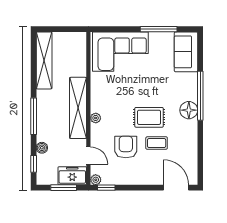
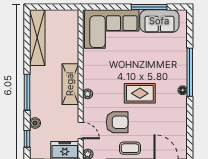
sofa: (186, 52) -> (159, 21), moved, turned -90
shelving: (78, 108) -> (70, 84), width x0.68
floor lamp: (189, 110) -> (183, 90), width x0.53, depth x0.53
coffee table: (157, 143) -> (130, 148), moved
armchair: (126, 147) -> (117, 122), turned 90

